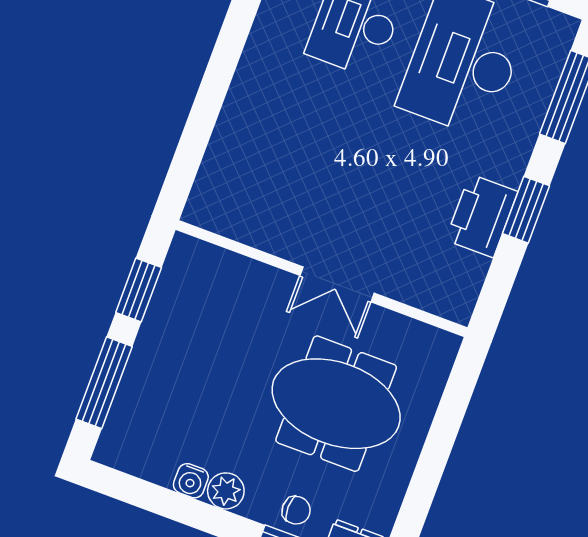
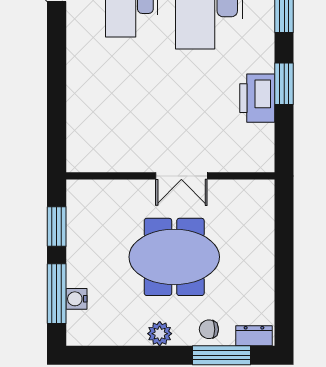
meeting table: (336, 404) -> (174, 257), moved
water cooler: (191, 481) -> (76, 299), moved, turned 90
chair: (296, 510) -> (209, 329), turned 180

